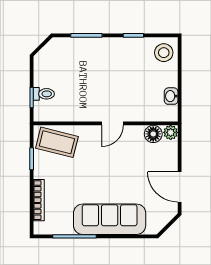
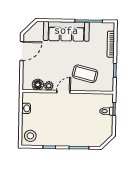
plant: (171, 132) -> (49, 86), moved
coffee table: (57, 142) -> (85, 74), moved
door: (180, 187) -> (22, 51), hinge flipped

